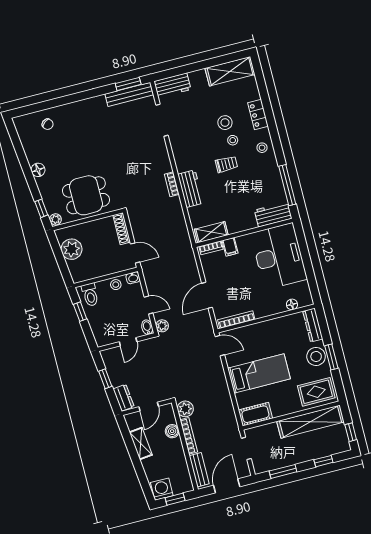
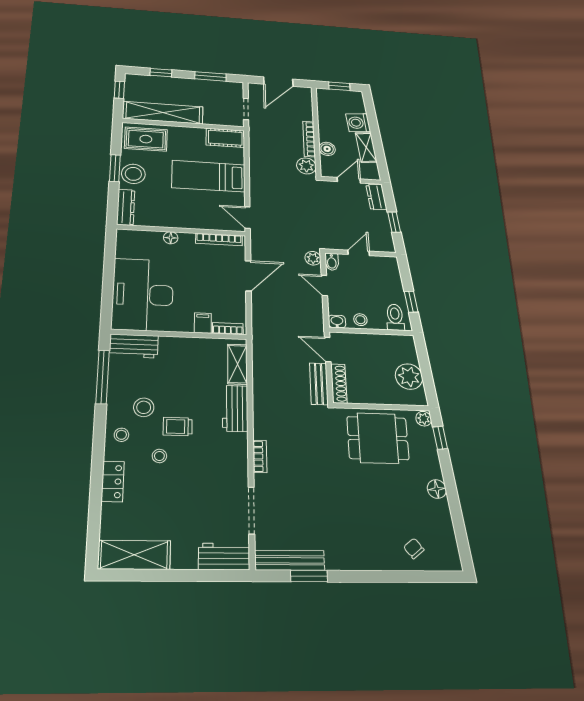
window: (128, 84) -> (309, 576), moved
stool: (225, 123) -> (144, 407), moved
bookcase: (172, 184) -> (260, 456), moved
shelving: (211, 232) -> (237, 364), moved, turned 90
floor lamp: (292, 304) -> (171, 238), moved
bench: (199, 470) -> (319, 384), moved
washing machine: (162, 489) -> (358, 123), moved, turned 84

